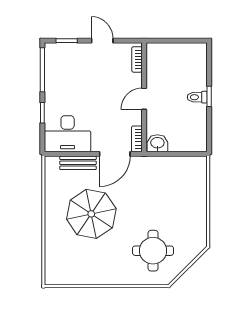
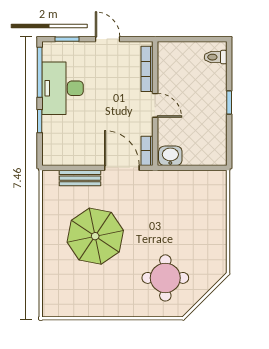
bookcase: (137, 59) -> (147, 69), width x1.56
toilet: (197, 97) -> (216, 57), moved
door: (144, 99) -> (155, 105), swing flipped
desk: (68, 134) -> (63, 88), moved, turned 90
door: (115, 154) -> (122, 168), swing flipped

